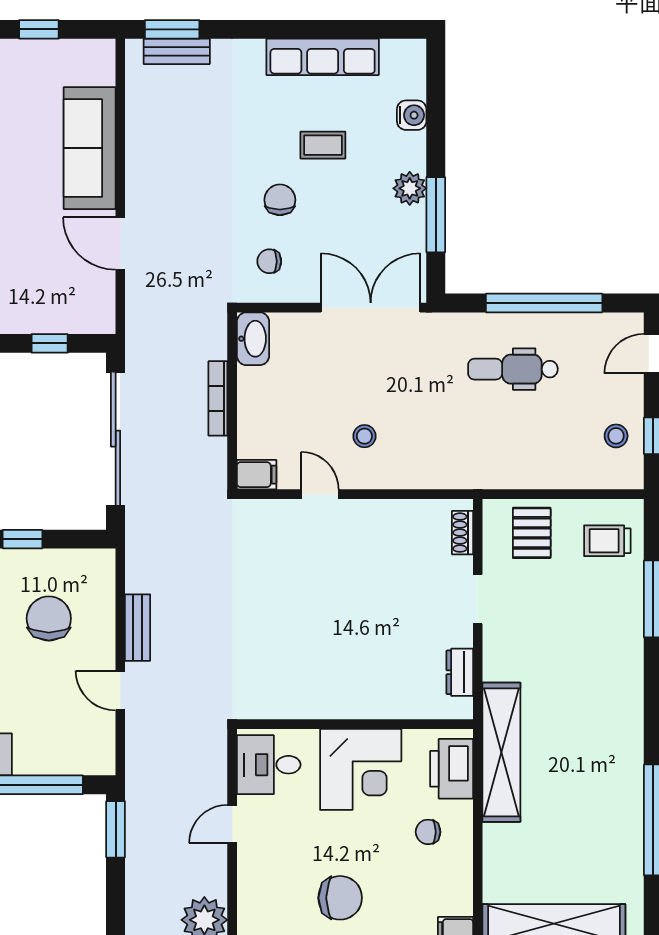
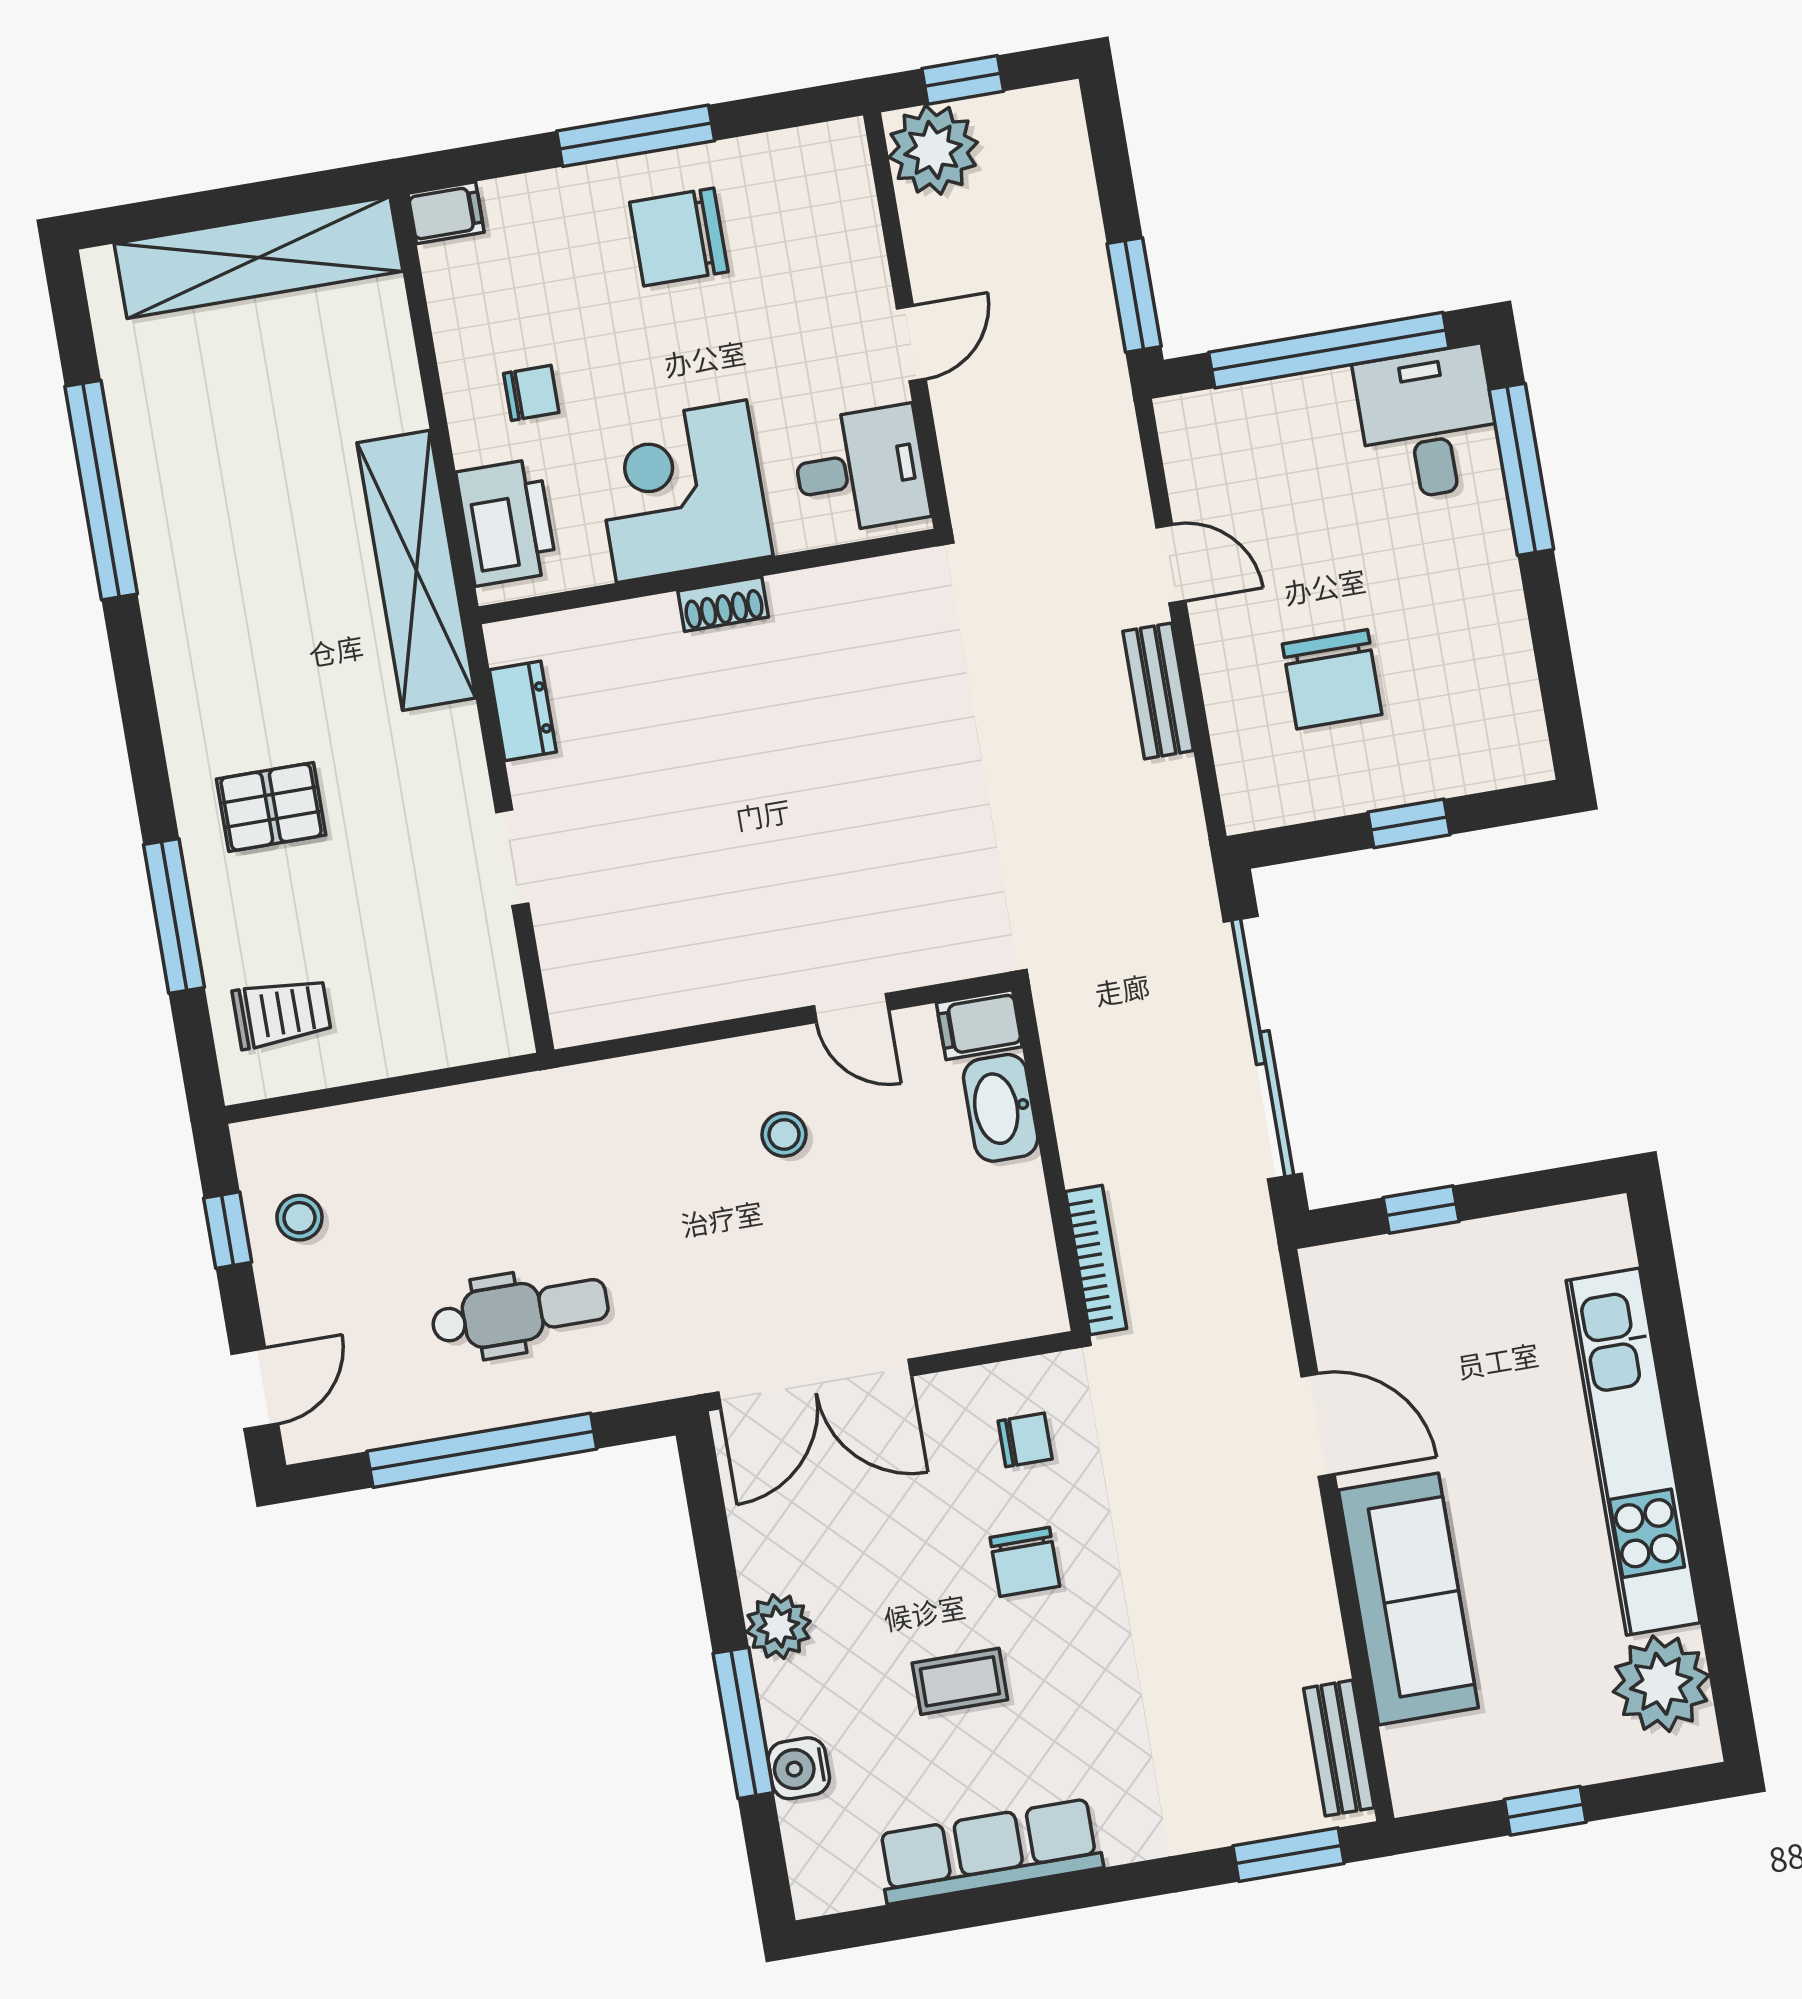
bench: (177, 51) -> (1339, 1748), moved, turned 90
window: (436, 215) -> (743, 1723), moved
washbasin: (253, 339) -> (1001, 1108), moved
bookcase: (218, 398) -> (1096, 1260), moved
shoe rack: (462, 533) -> (723, 604), moved, turned 90
pallet: (532, 533) -> (271, 807), moved, turned 90

